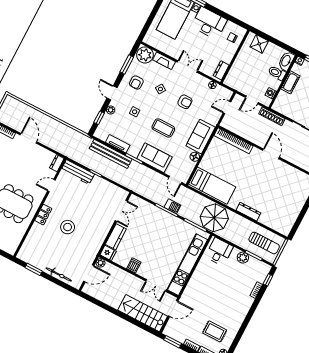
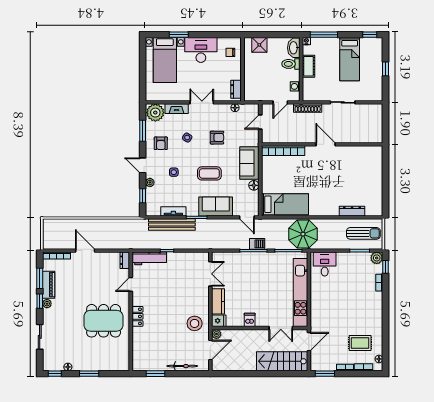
dresser: (248, 212) -> (352, 211), moved
stool: (68, 227) -> (195, 323), moved
plant: (243, 258) -> (377, 258), moved

